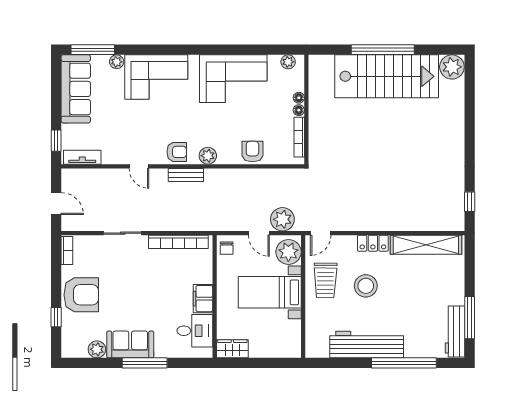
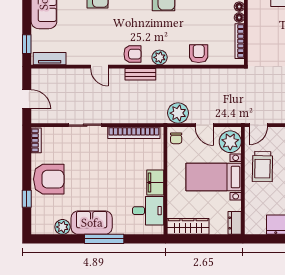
plant: (282, 219) -> (178, 113), moved
dresser: (294, 345) -> (235, 223), added
wardrobe: (232, 349) -> (188, 226), width x1.50

